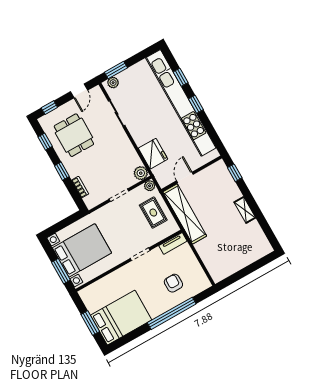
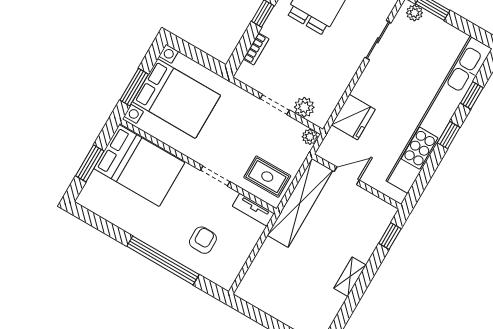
plant: (141, 173) -> (304, 107), moved
rug: (153, 213) -> (267, 177), moved, turned 90
bed: (121, 318) -> (139, 165), moved

